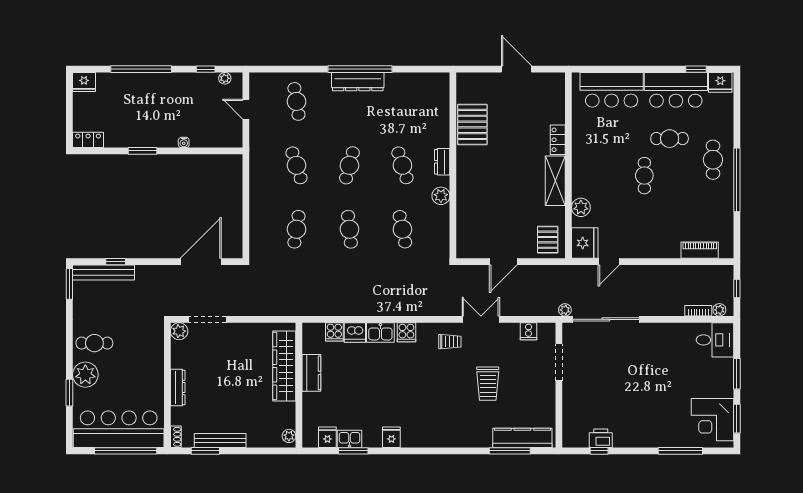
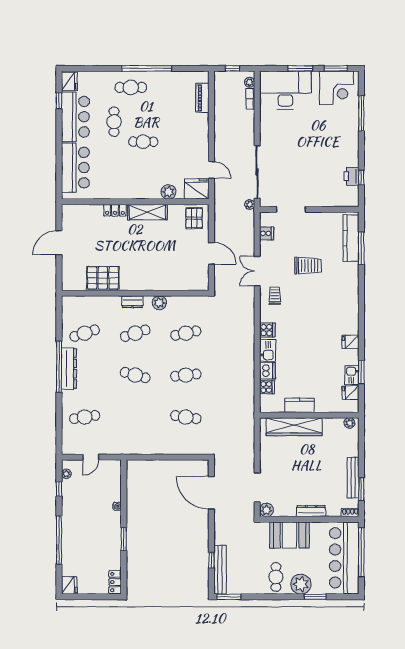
cafe table: (296, 165) -> (85, 333), moved
pallet: (548, 240) -> (194, 218), turned 90
desk: (715, 340) -> (285, 90), width x1.87, depth x1.30
booth: (148, 360) -> (289, 535), added

